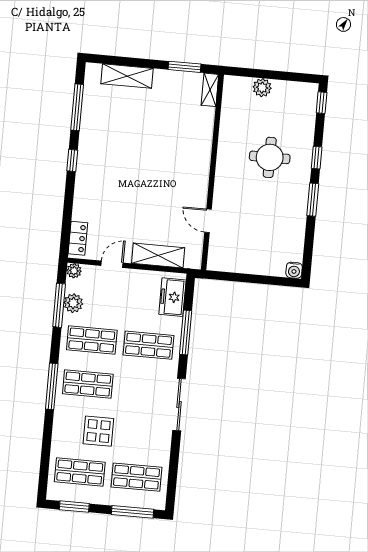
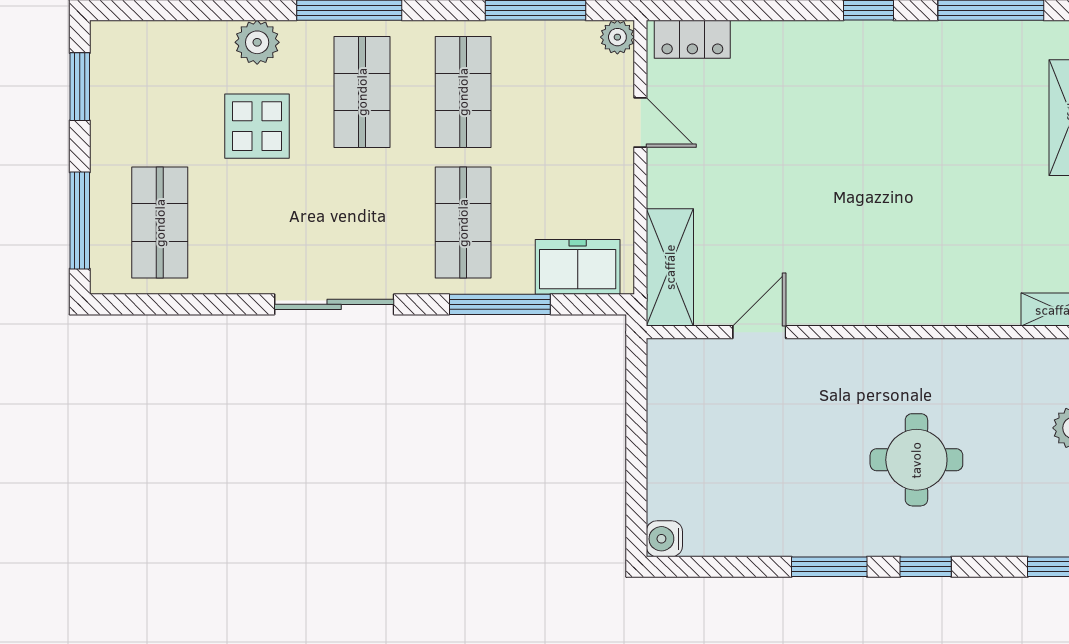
shelving: (158, 255) -> (670, 267), moved
plant: (73, 303) -> (257, 42), moved
shop shelf: (80, 472) -> (160, 92), removed

